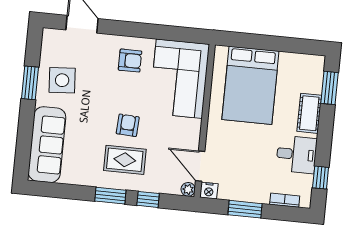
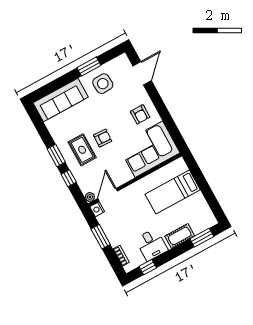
bed: (250, 85) -> (173, 192), width x0.67

